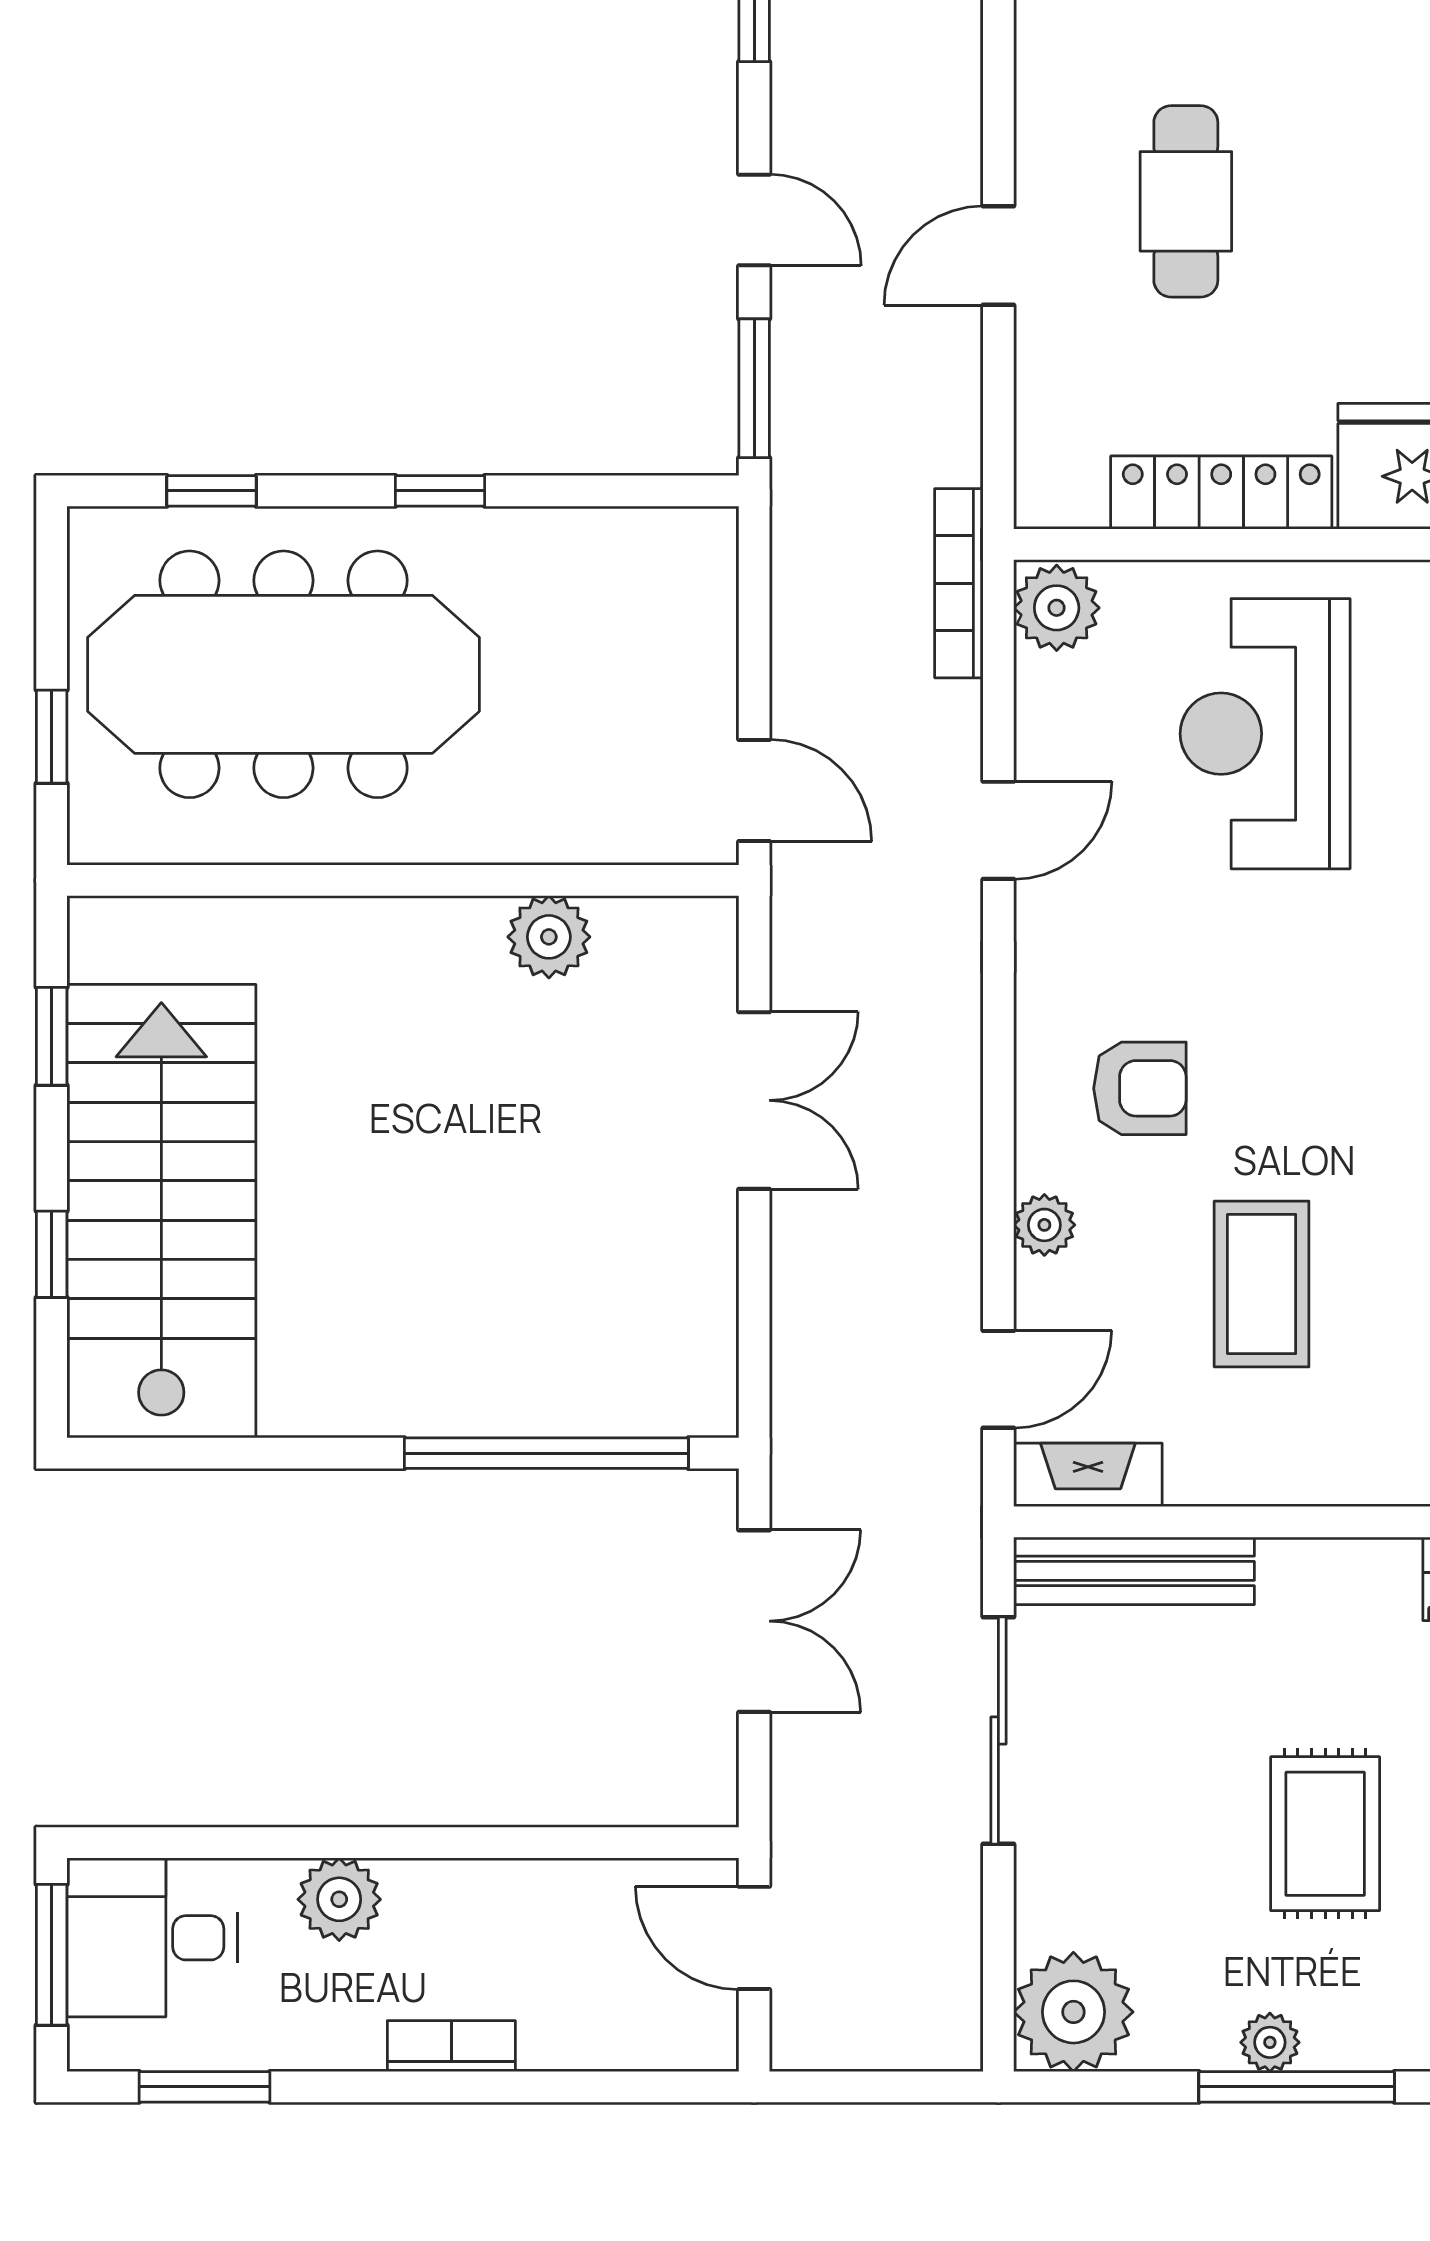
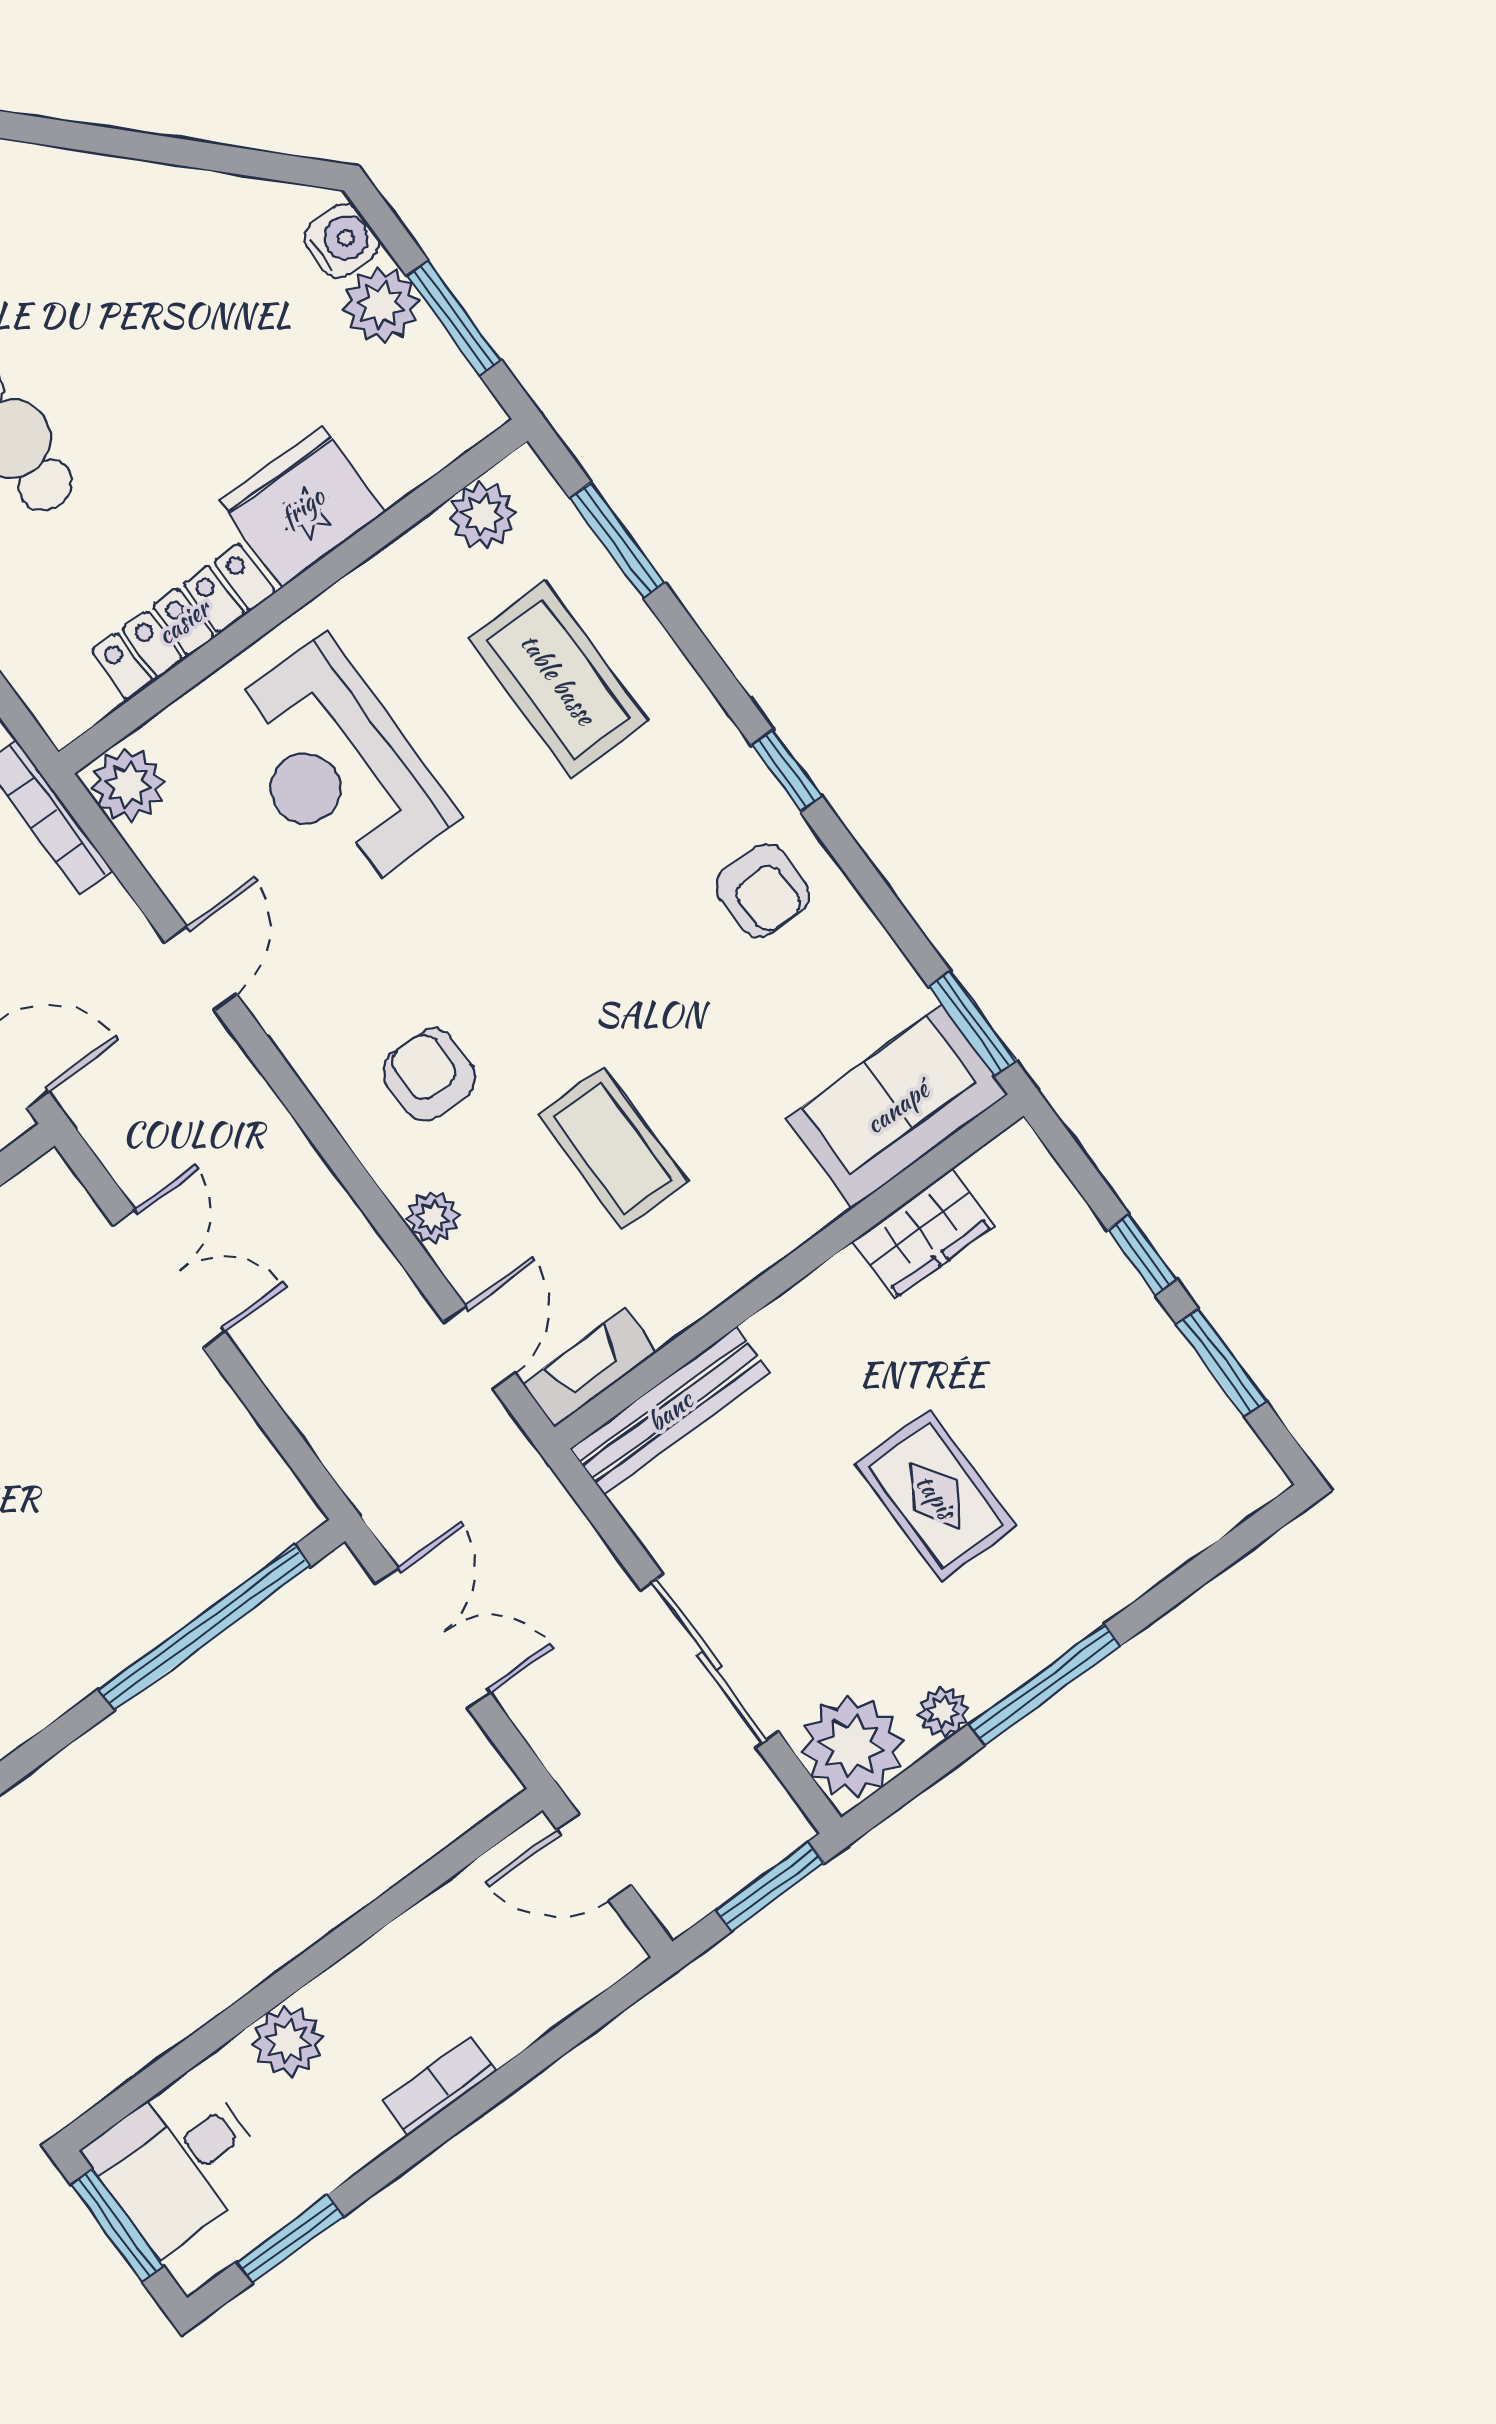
armchair: (1140, 1088) -> (429, 1075), turned -90
sliding door: (998, 1731) -> (710, 1661), moved
plant: (1270, 2042) -> (943, 1712), moved
window: (900, 2087) -> (770, 1886), added

